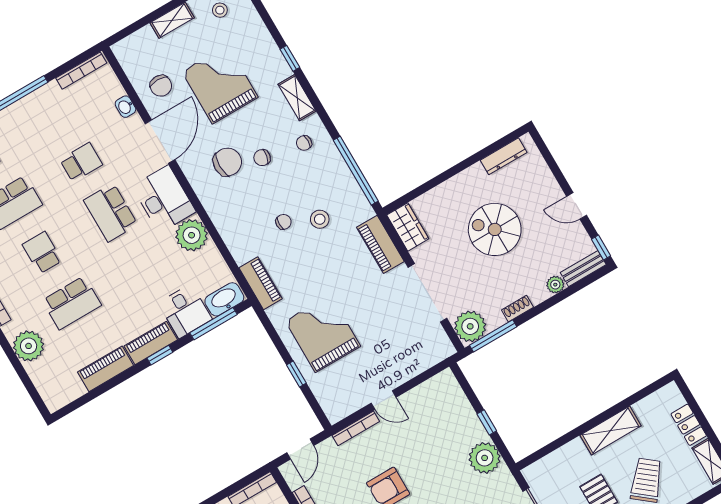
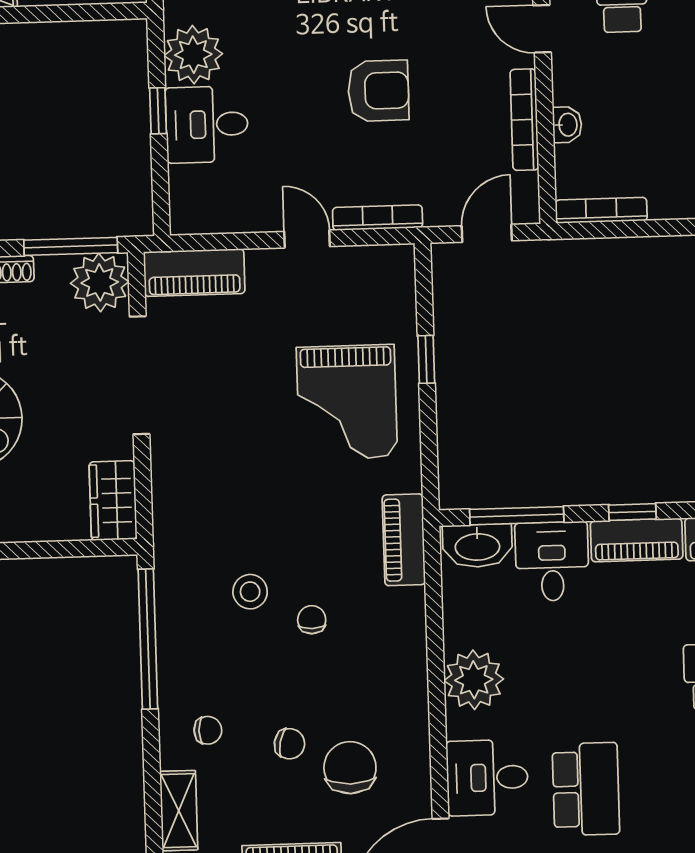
chair: (227, 162) -> (350, 768), turned 90
desk: (164, 199) -> (487, 778), width x0.73
chair: (283, 222) -> (312, 620), turned 90
piano: (380, 244) -> (194, 273), moved, turned 90
desk: (460, 428) -> (207, 124), added

